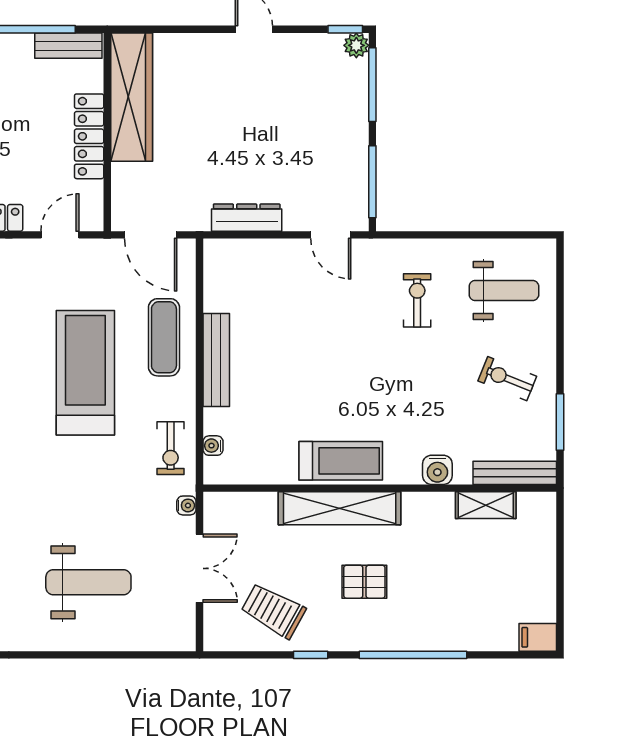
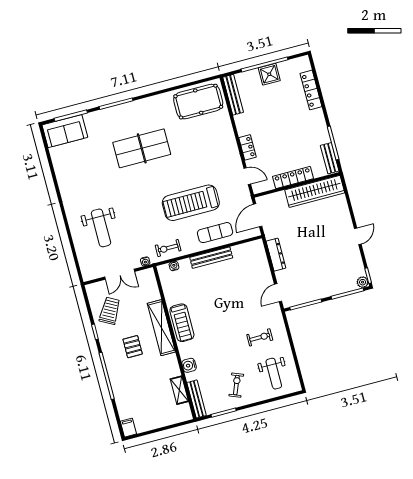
treadmill: (85, 373) -> (191, 203), turned 180

